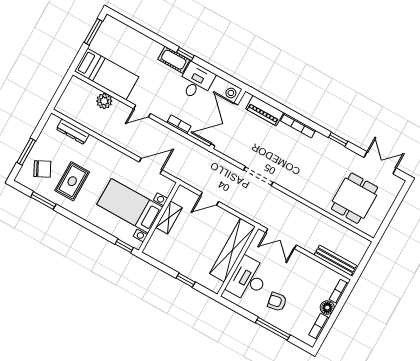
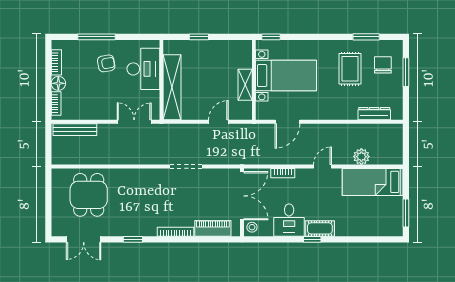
chair: (42, 169) -> (383, 65), turned 117

